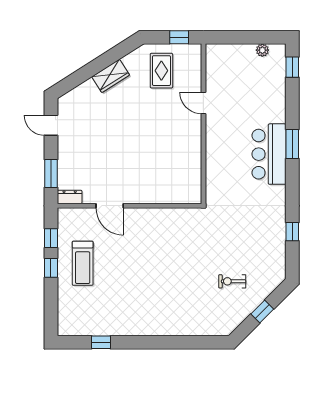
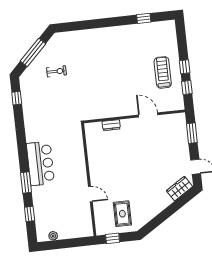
window: (292, 67) -> (30, 214), moved
wardrobe: (111, 76) -> (179, 189), moved
window: (292, 144) -> (26, 183), moved
dresser: (70, 197) -> (111, 125), moved
window: (292, 232) -> (17, 98), moved
window: (262, 312) -> (33, 52), width x2.17

